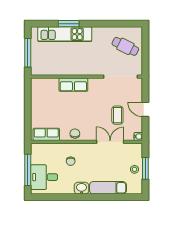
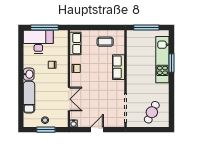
coffee table: (117, 115) -> (105, 42), moved
desk: (44, 177) -> (38, 42), width x1.37

